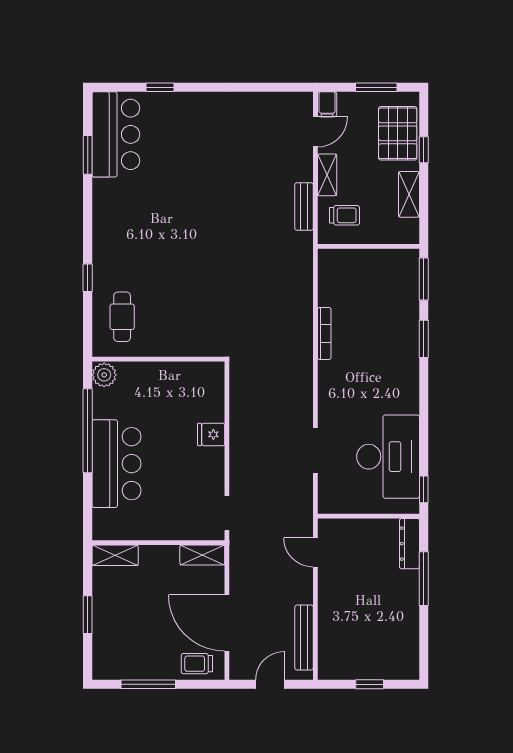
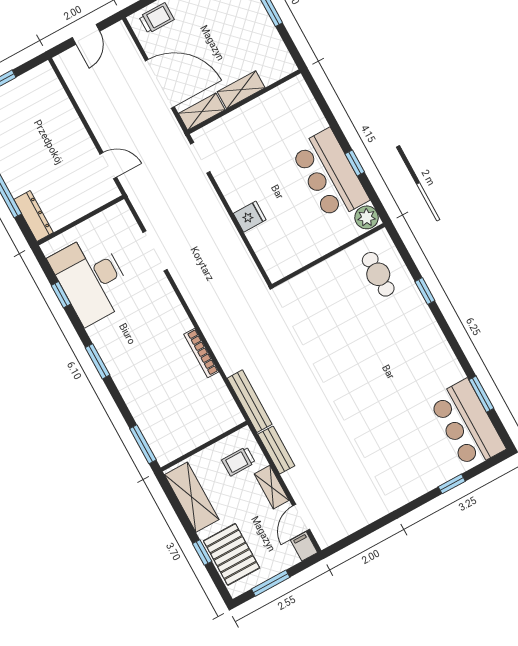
shelving: (409, 194) -> (192, 497), width x1.50, depth x1.33
window: (424, 339) -> (97, 361), moved
window: (88, 431) -> (355, 163), width x0.32
bar counter: (116, 464) -> (330, 175), moved
window: (424, 489) -> (61, 295), moved
shelving: (115, 555) -> (241, 90), moved
door: (227, 623) -> (160, 84), moved
bench: (304, 637) -> (250, 401), moved

